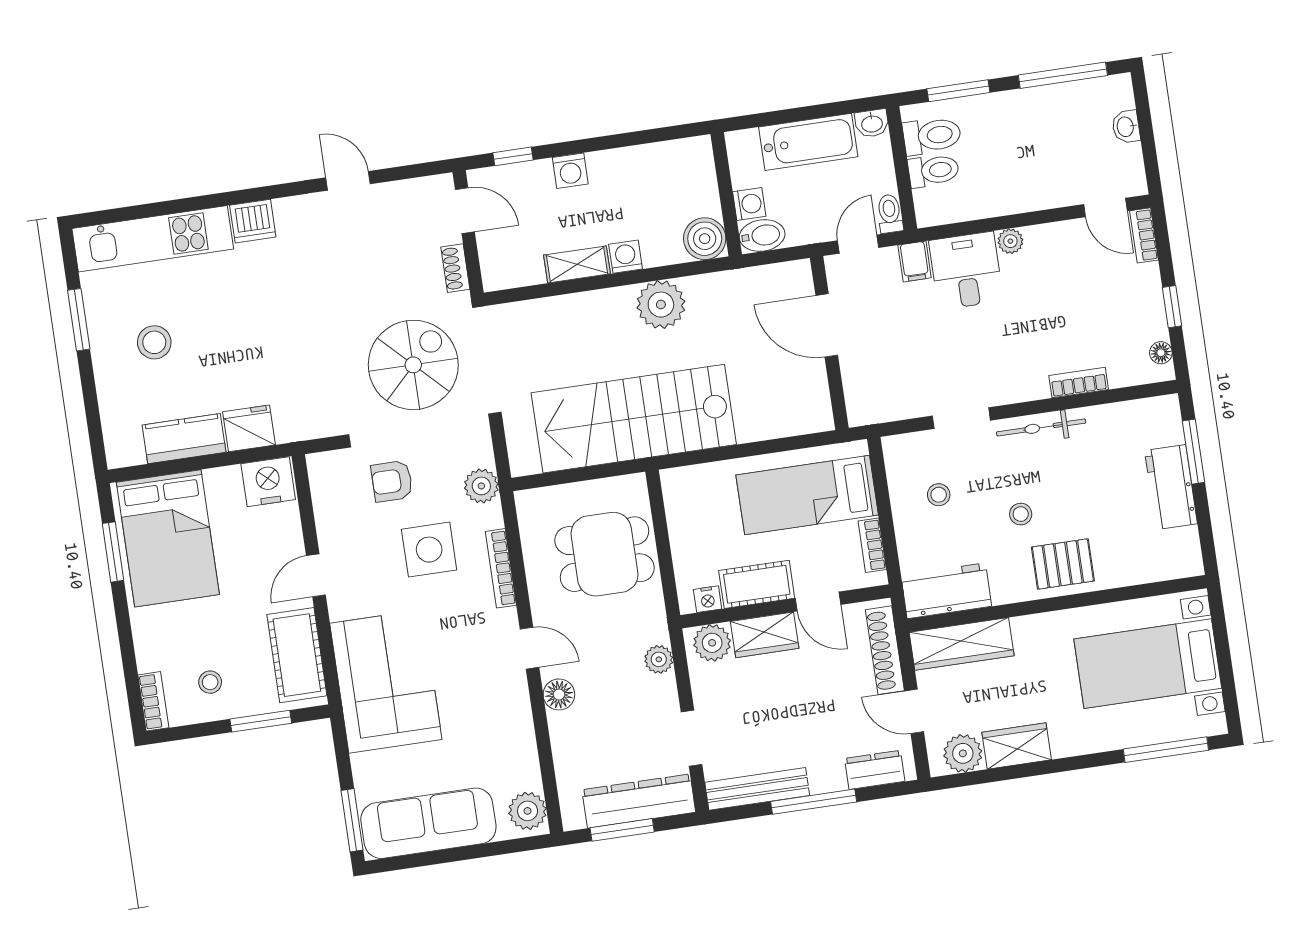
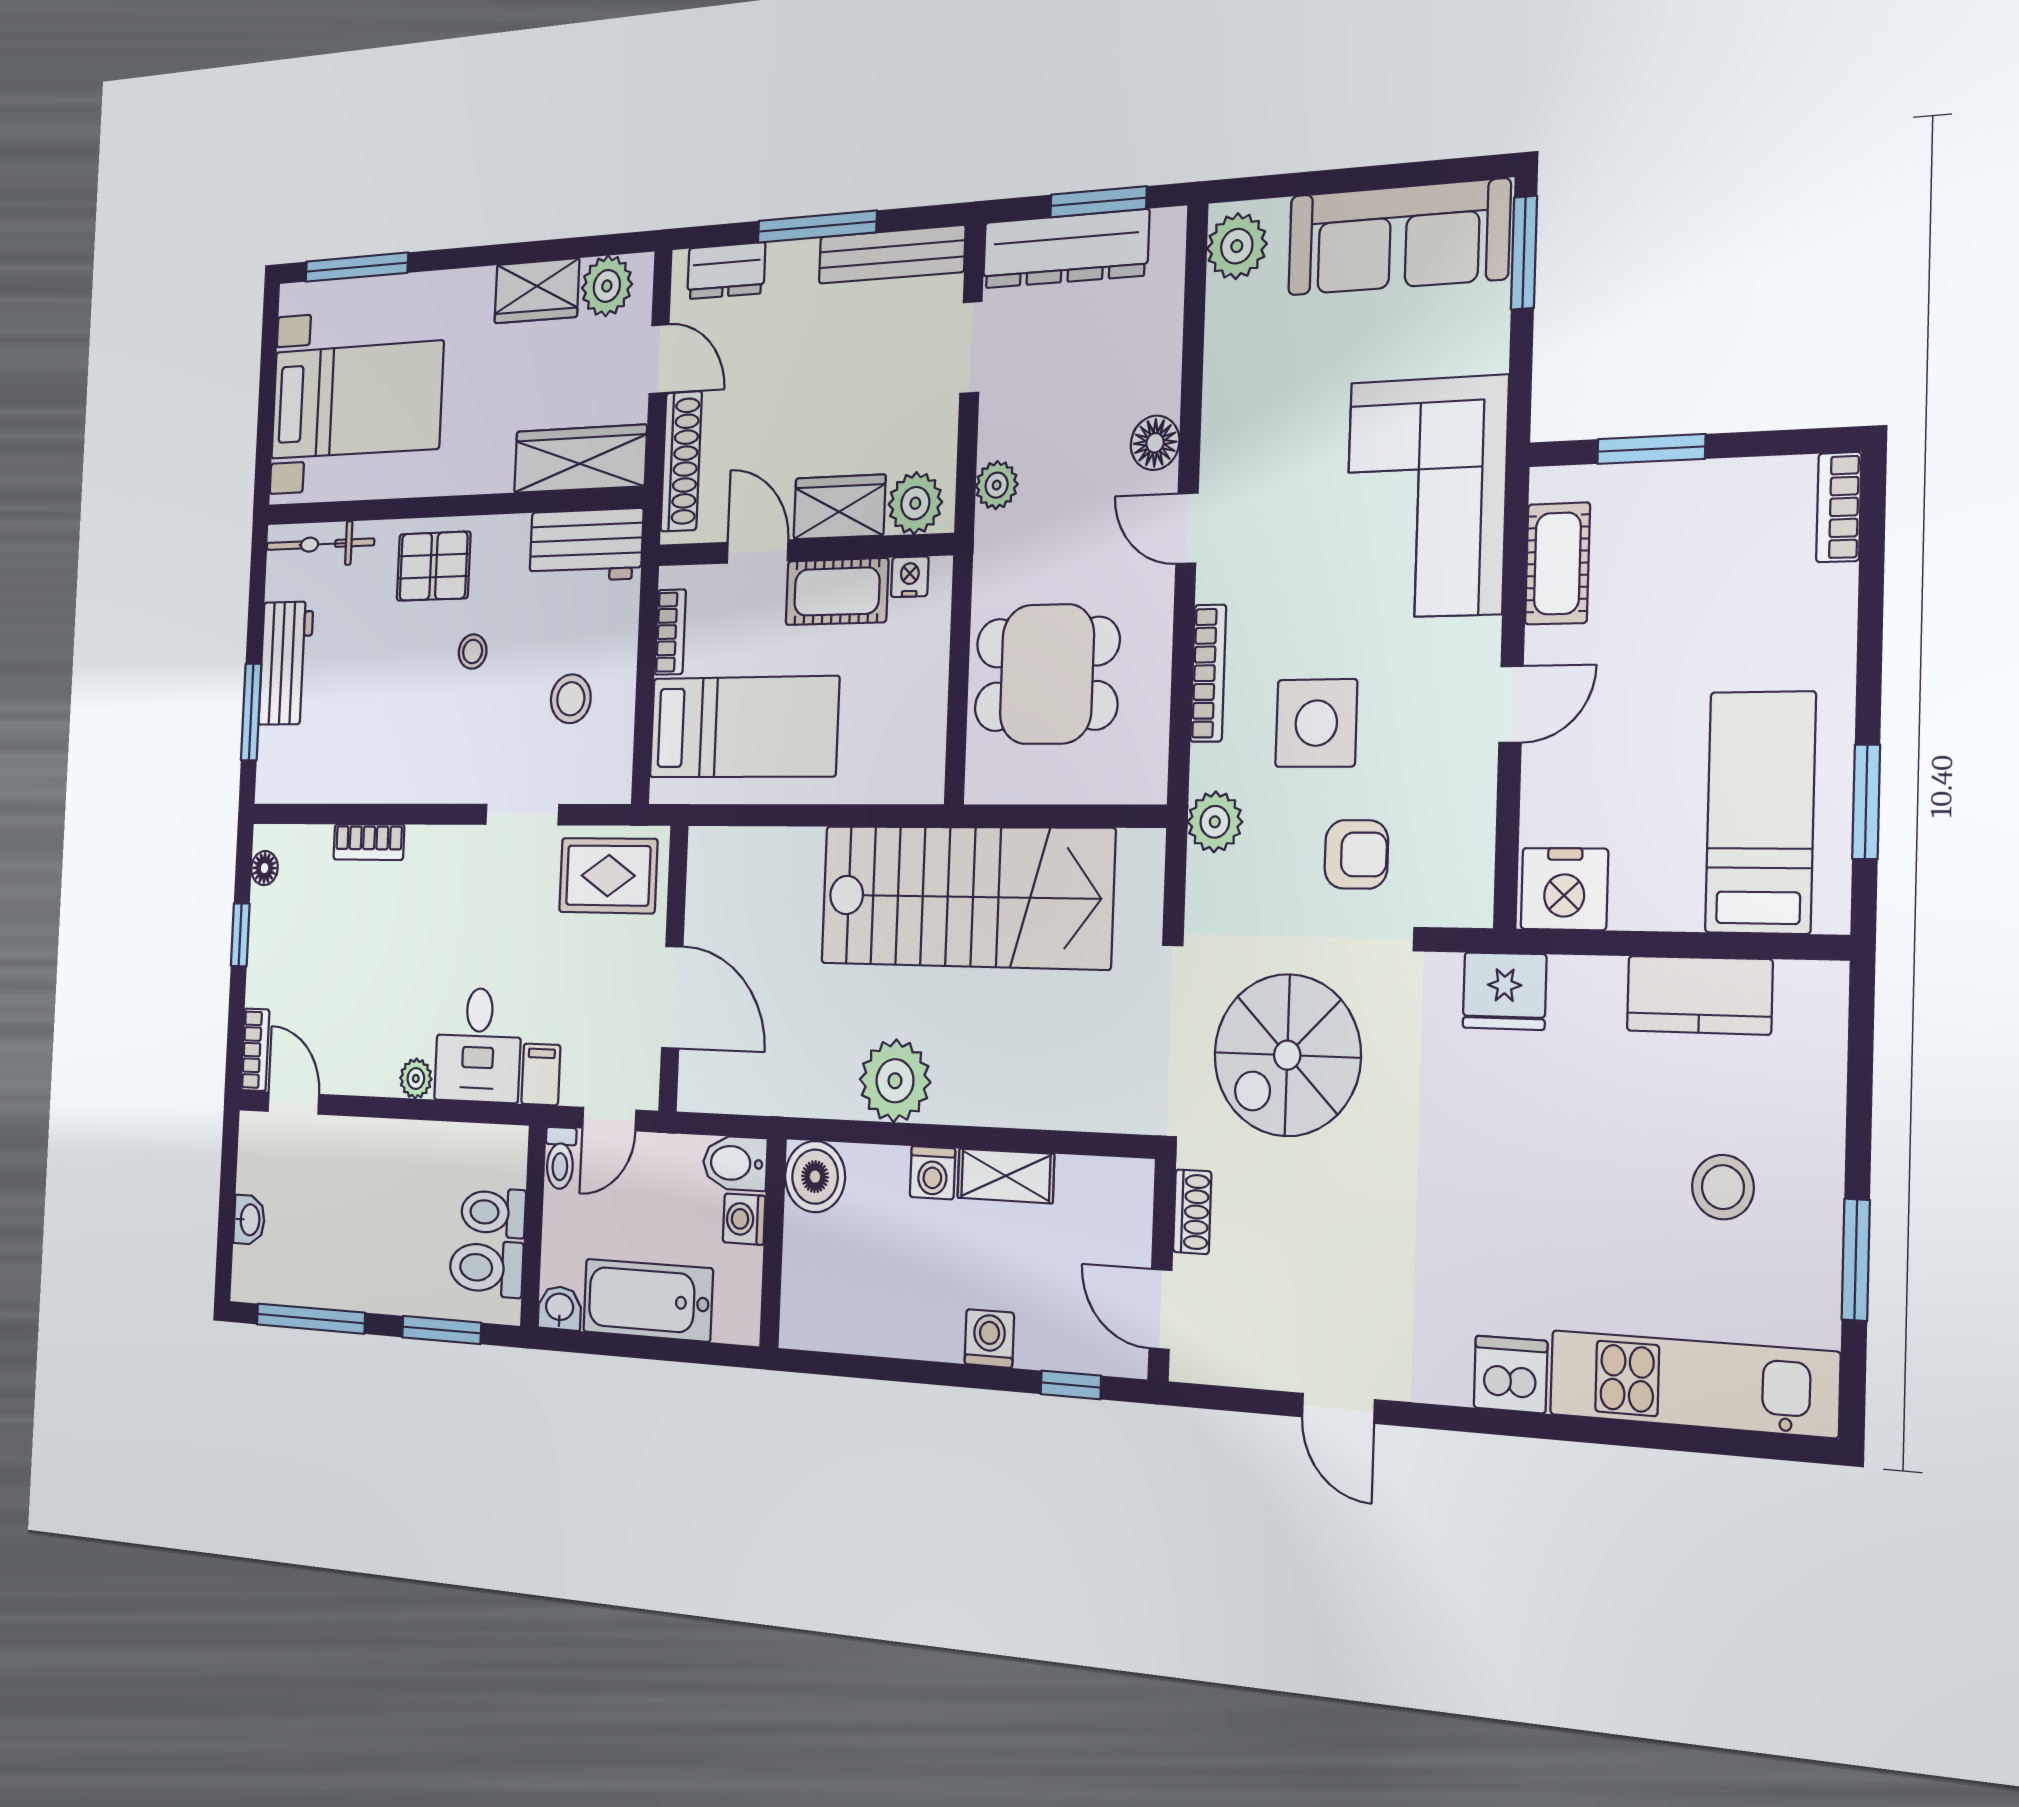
rug: (889, 391) -> (608, 876), added
bicycle: (1041, 427) -> (320, 544), moved, turned 180
fridge: (249, 428) -> (1504, 991), moved
stool: (939, 495) -> (571, 699), width x1.37, depth x1.37
bed: (168, 538) -> (1760, 812), width x0.67
cot: (297, 655) -> (1557, 563), width x0.73, depth x0.75
stool: (210, 682) -> (1729, 532), removed

